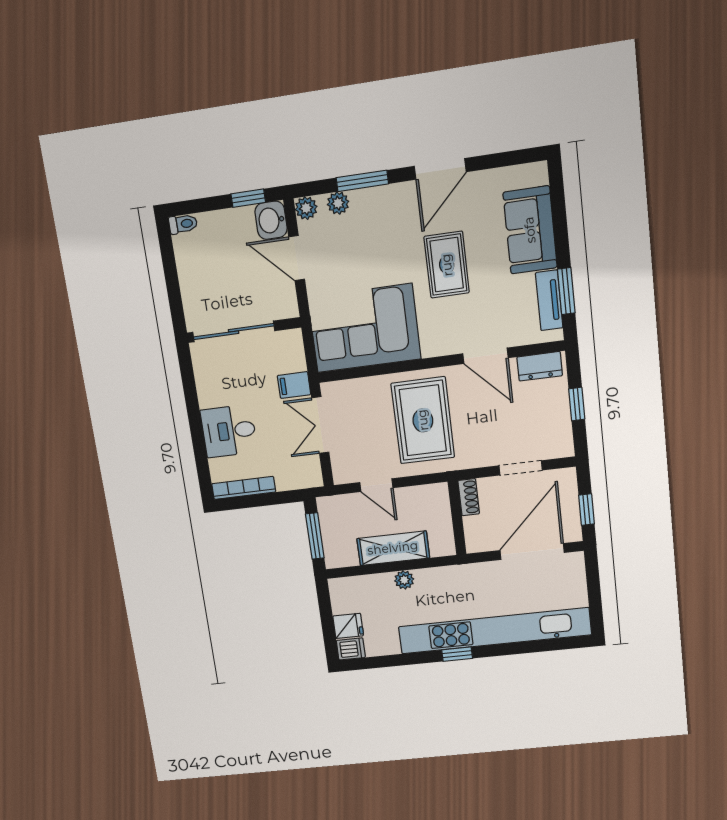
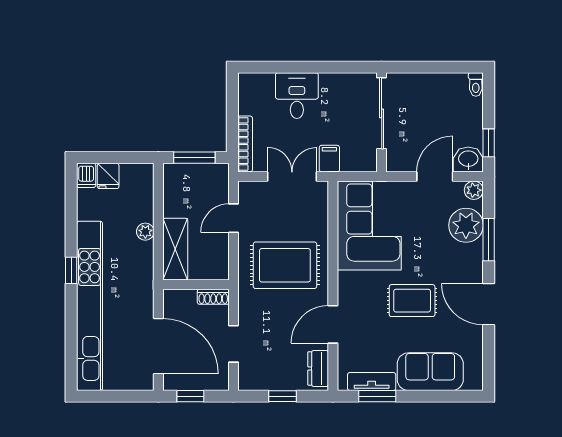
plant: (338, 203) -> (466, 225), width x1.87, depth x1.87
bookcase: (244, 488) -> (245, 144), moved
shelving: (393, 548) -> (175, 249), moved

